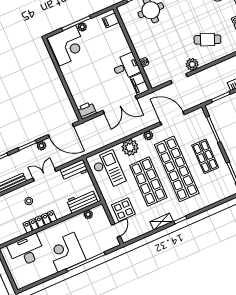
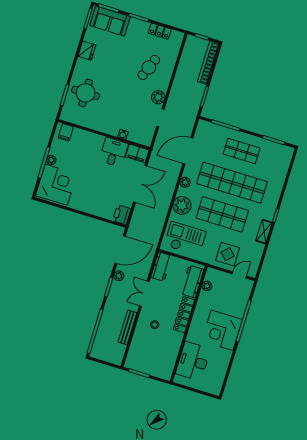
locker: (40, 222) -> (184, 315), moved
door: (116, 231) -> (239, 275), hinge flipped

